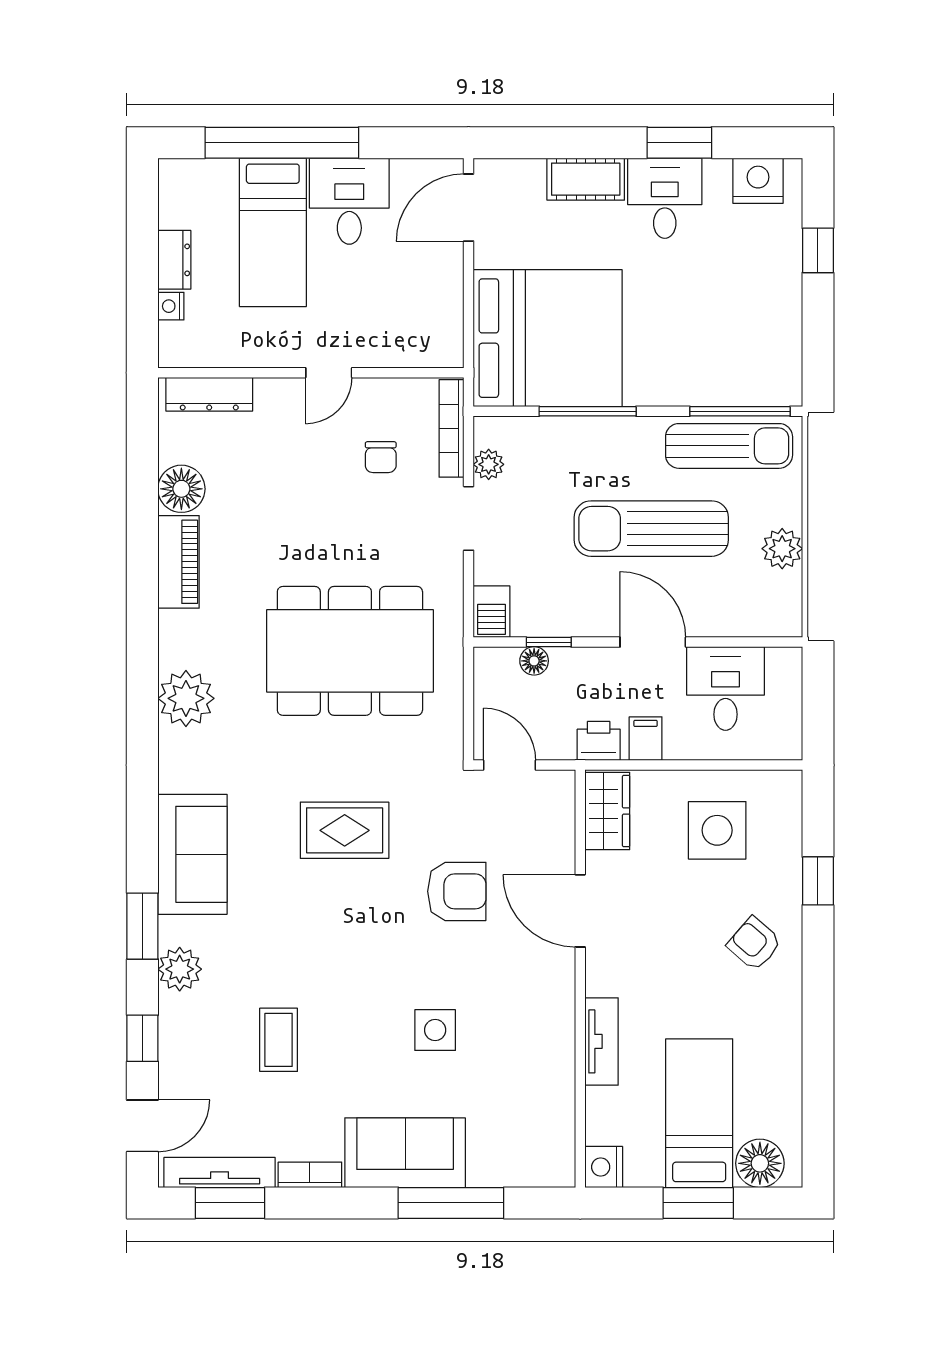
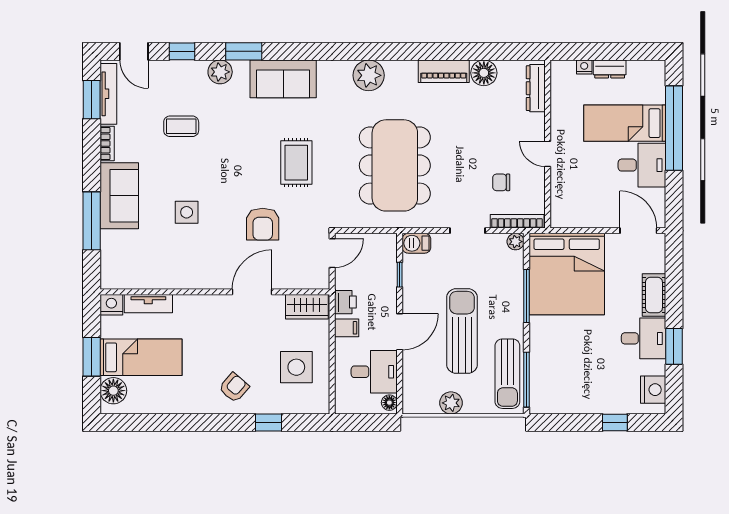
plant: (489, 464) -> (516, 242), moved
floor lamp: (534, 661) -> (389, 403), moved
tv unit: (601, 1041) -> (148, 304), moved

